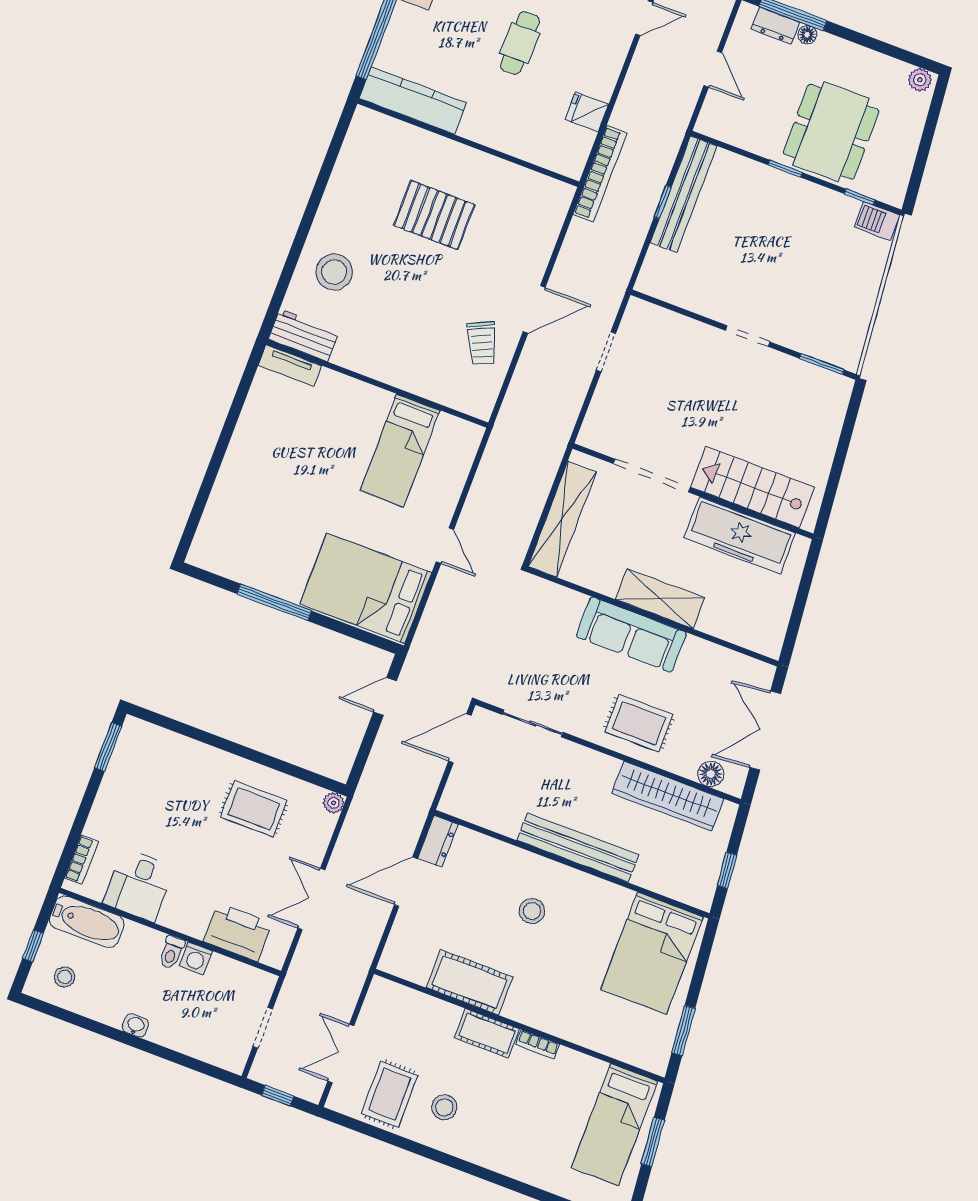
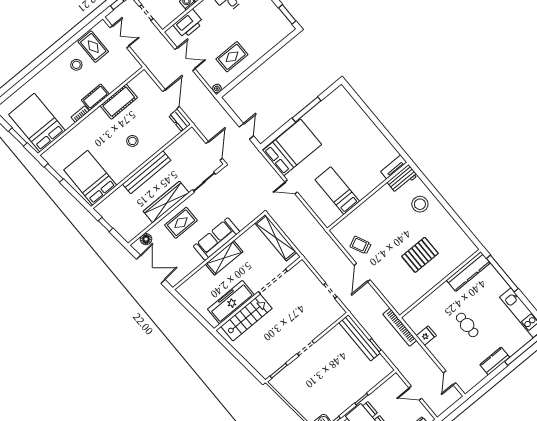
bench: (684, 194) -> (360, 338), moved
wardrobe: (668, 796) -> (166, 202), moved
bed: (614, 1125) -> (37, 123), width x1.50

